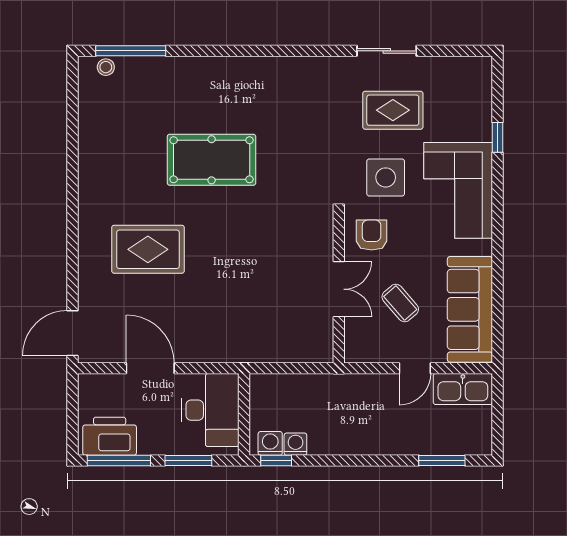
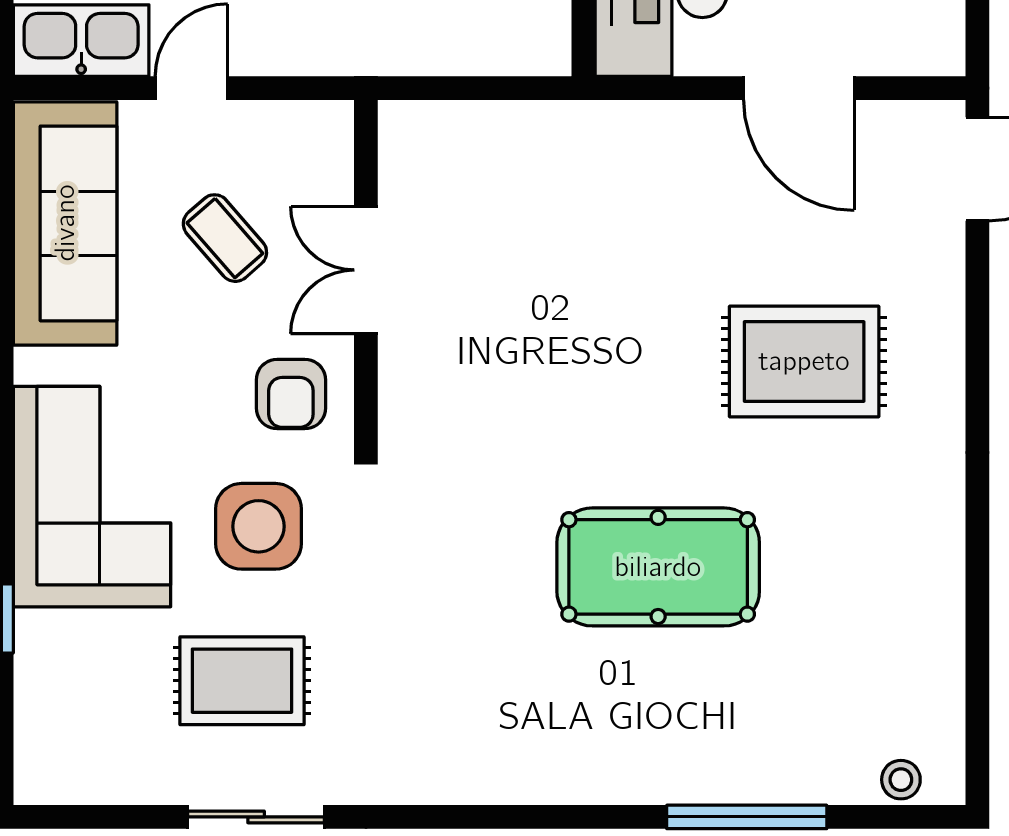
window: (131, 51) -> (747, 817), moved

